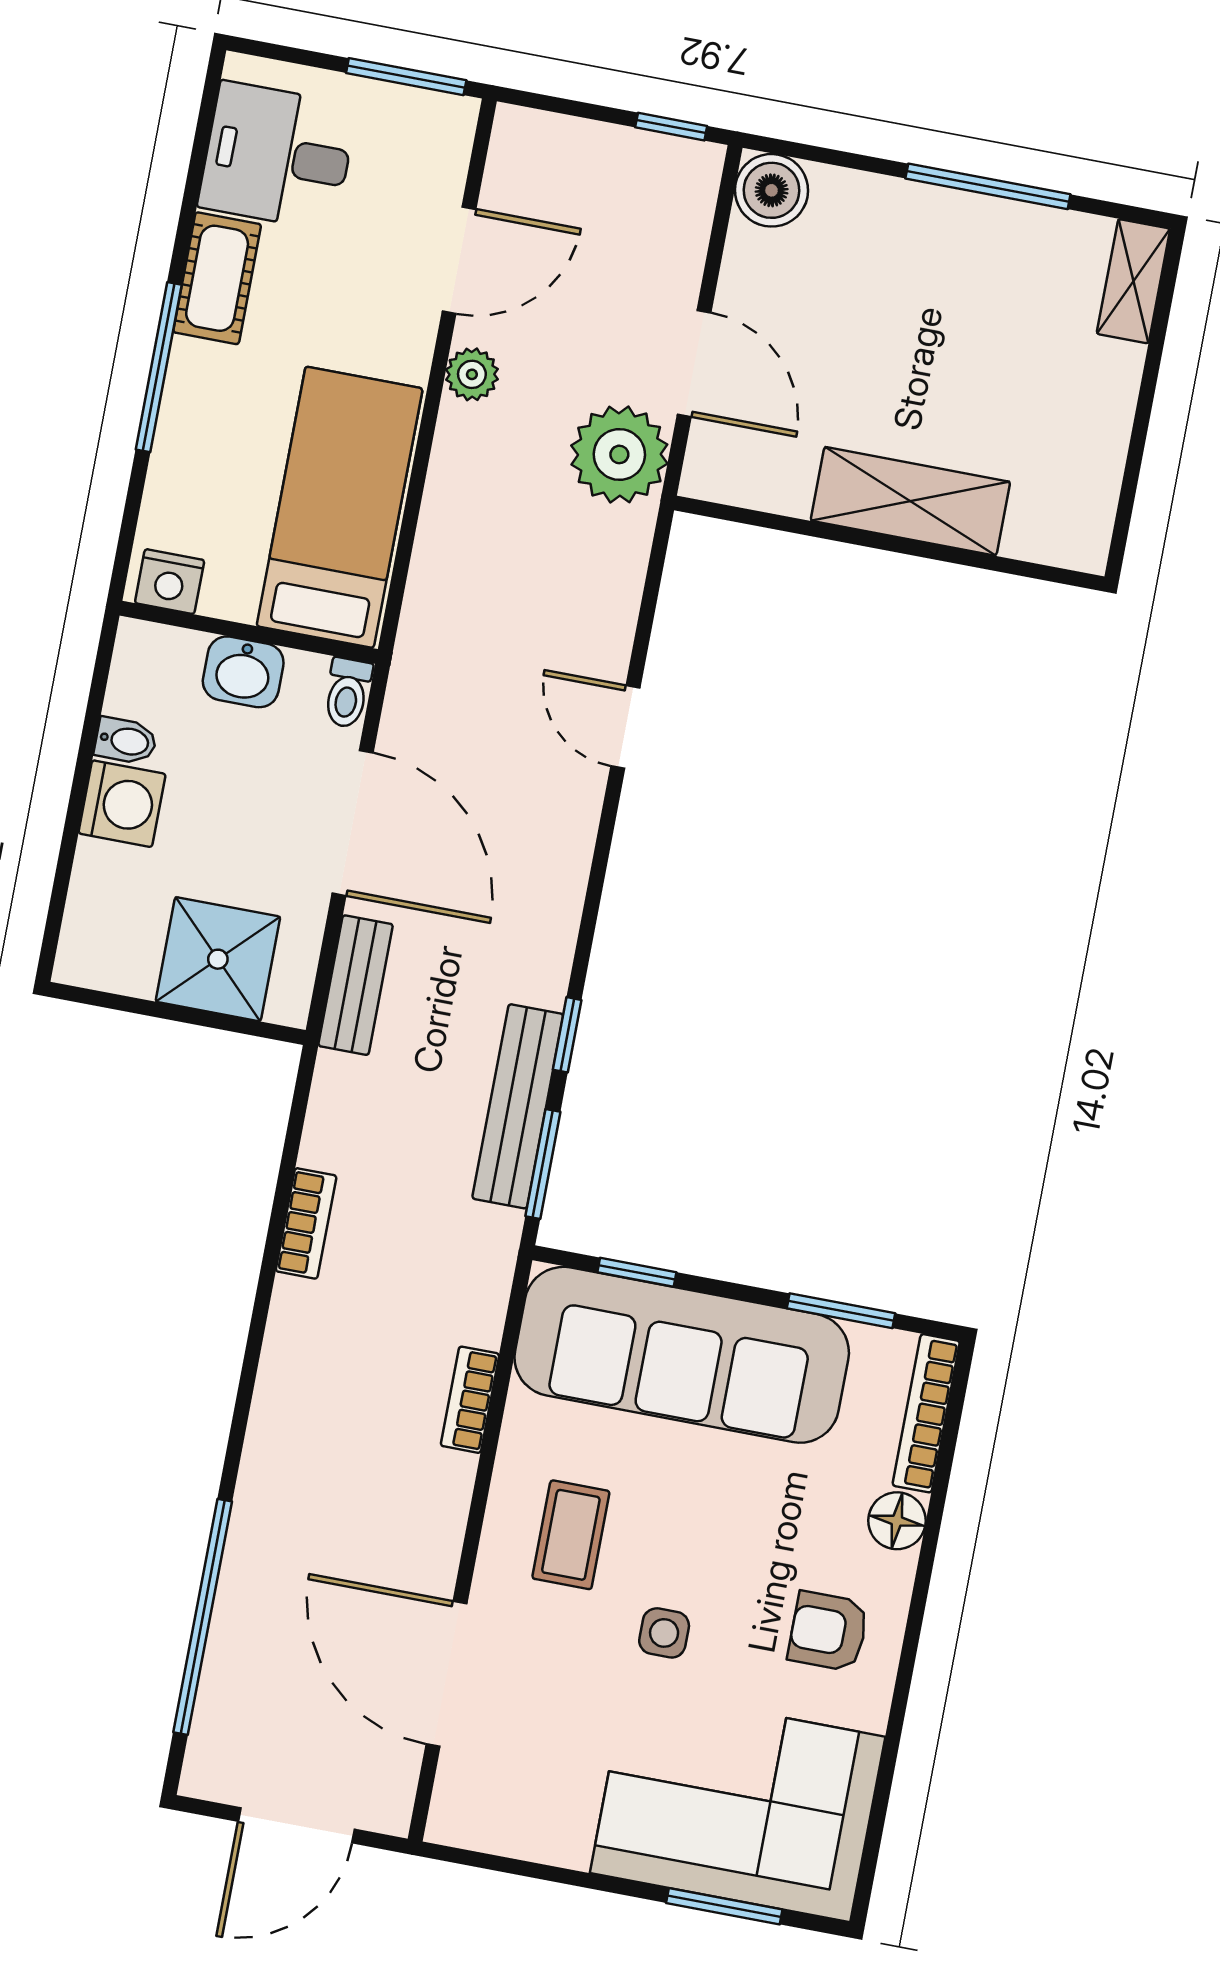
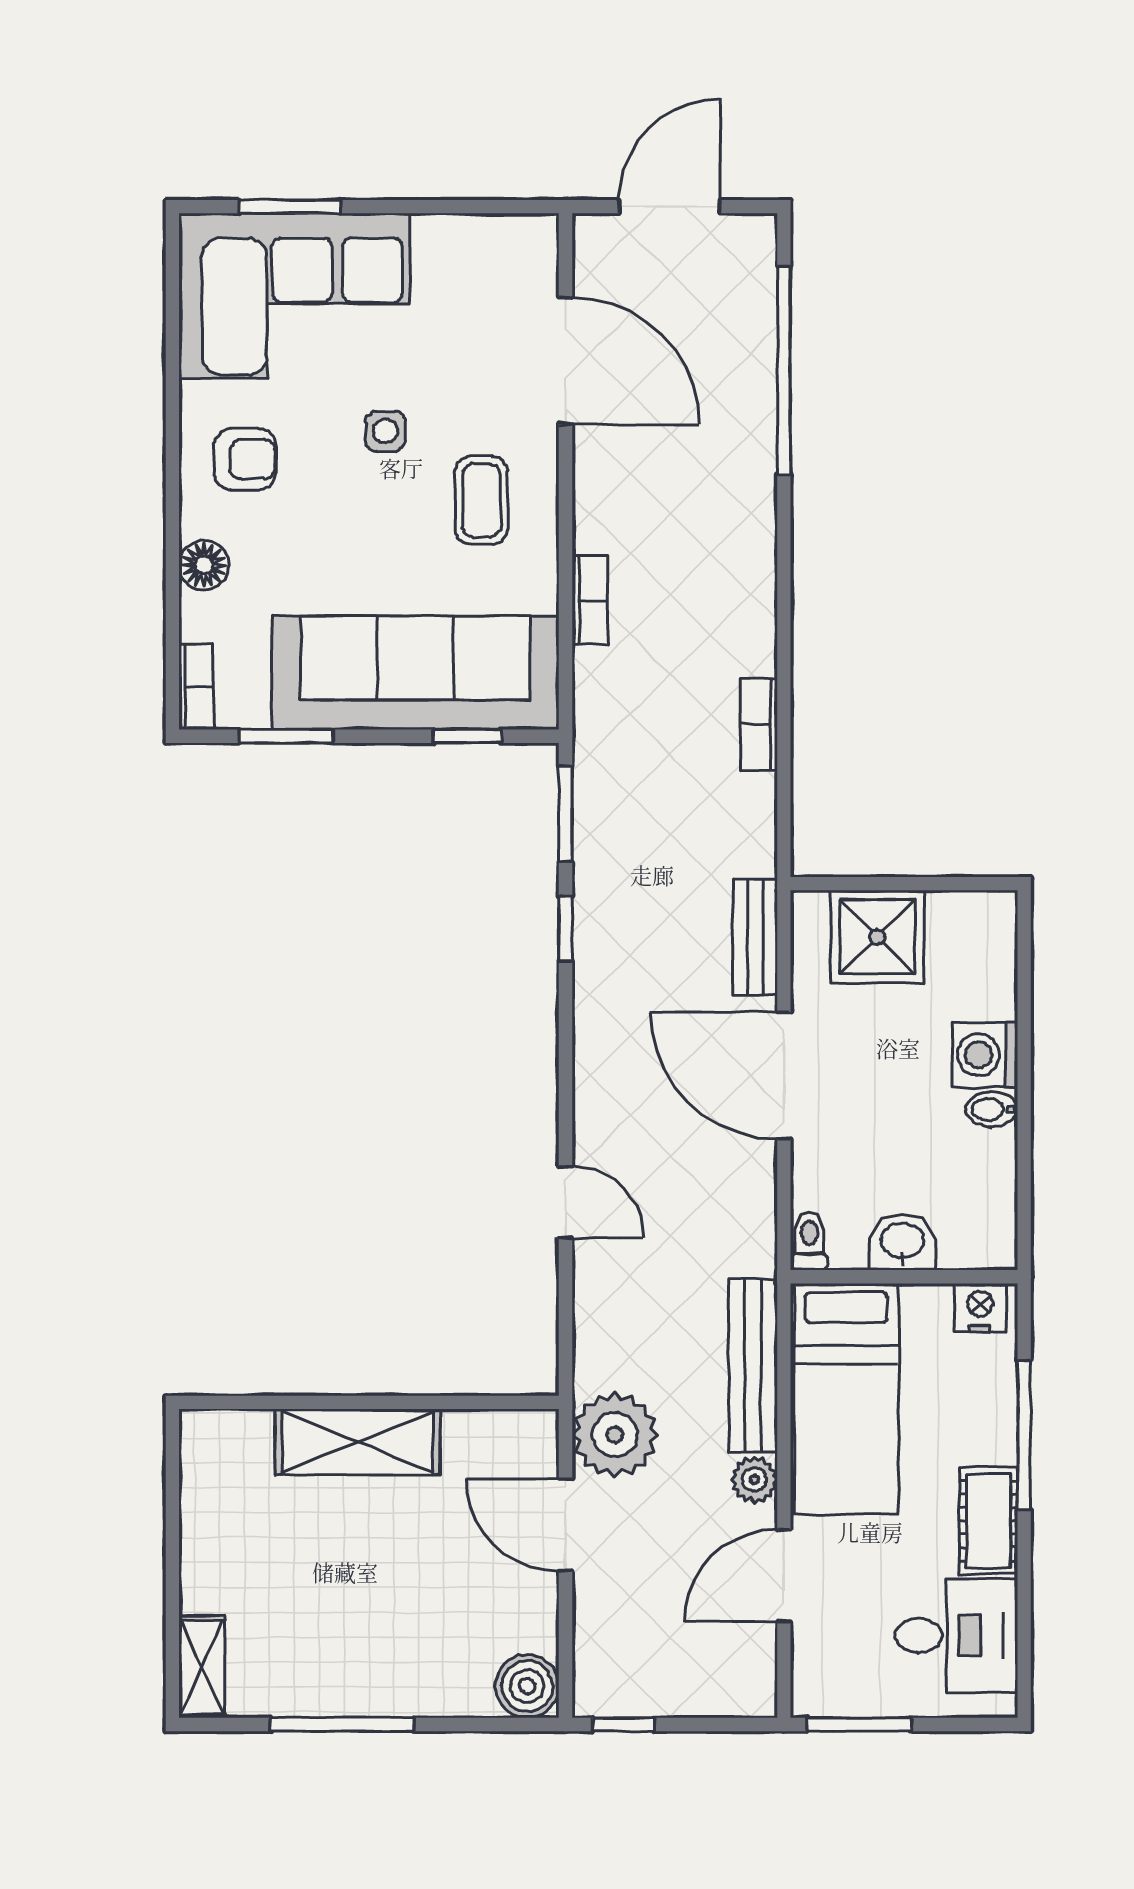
bed: (340, 507) -> (846, 1399), moved
nightstand: (170, 582) -> (980, 1308), moved
wall: (249, 632) -> (904, 1277), moved
washbasin: (243, 672) -> (902, 1242), moved
toilet: (348, 693) -> (809, 1241), moved
bench: (518, 1106) -> (753, 1366), moved
bookcase: (926, 1413) -> (196, 686), width x0.64

